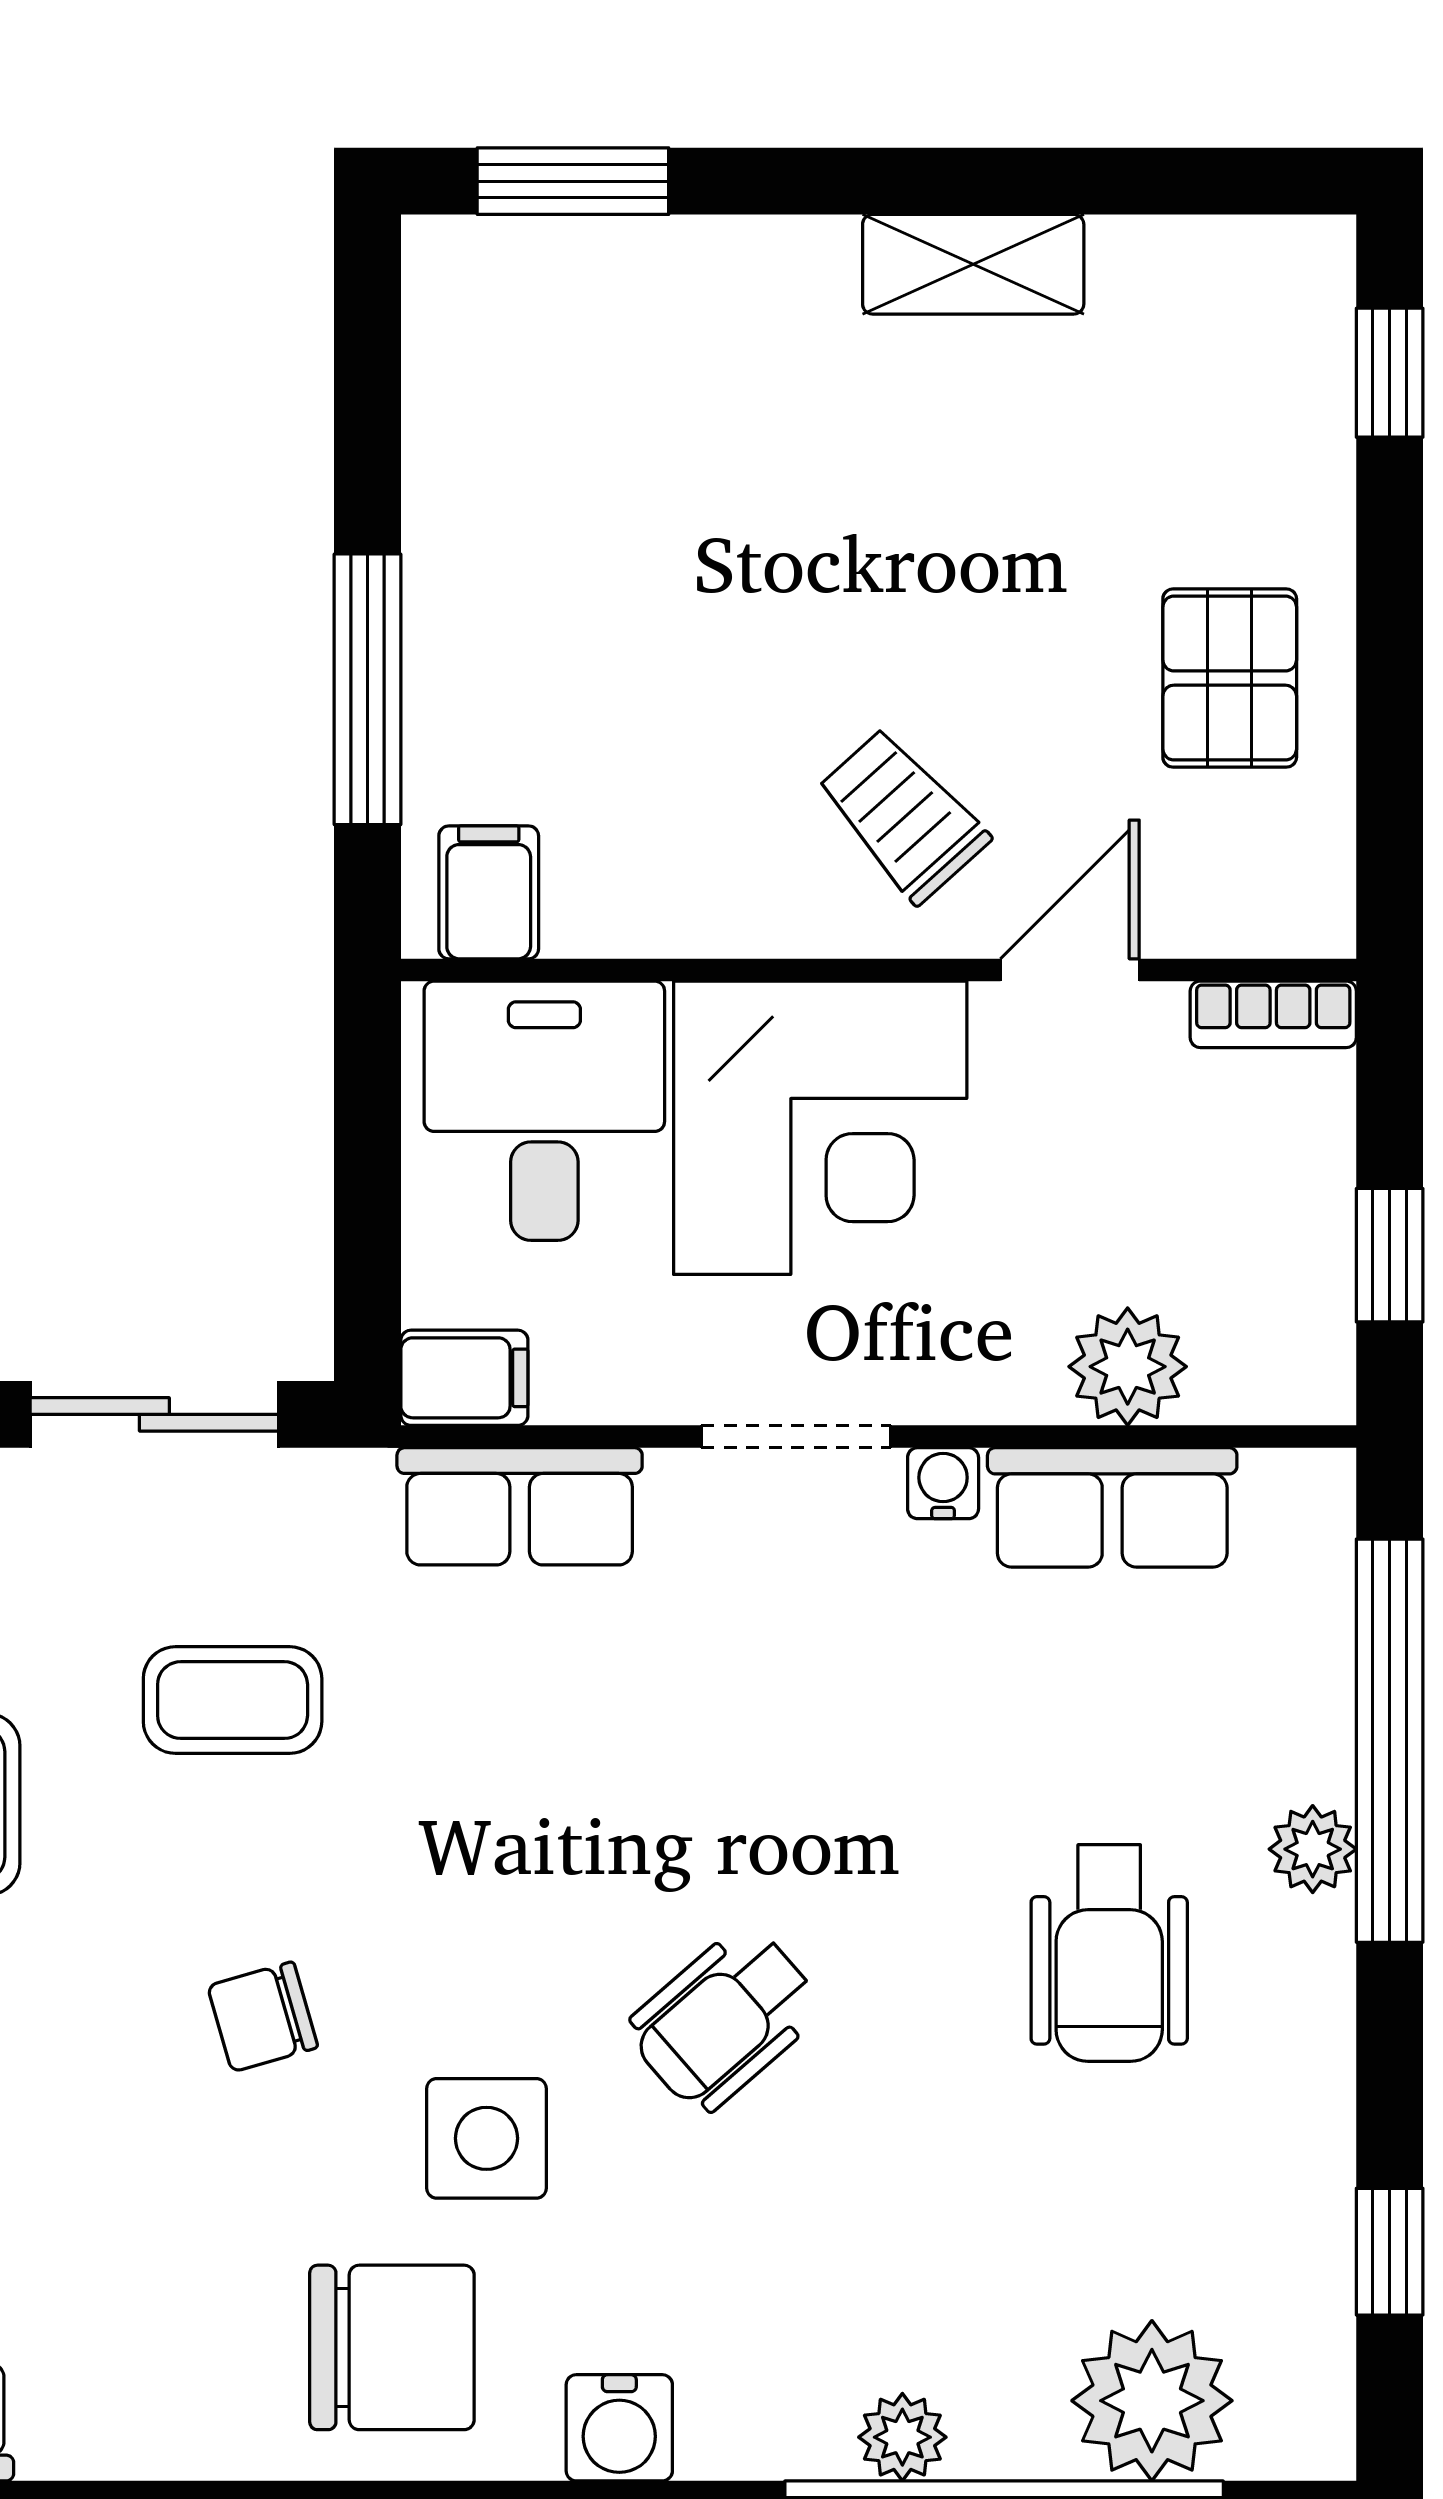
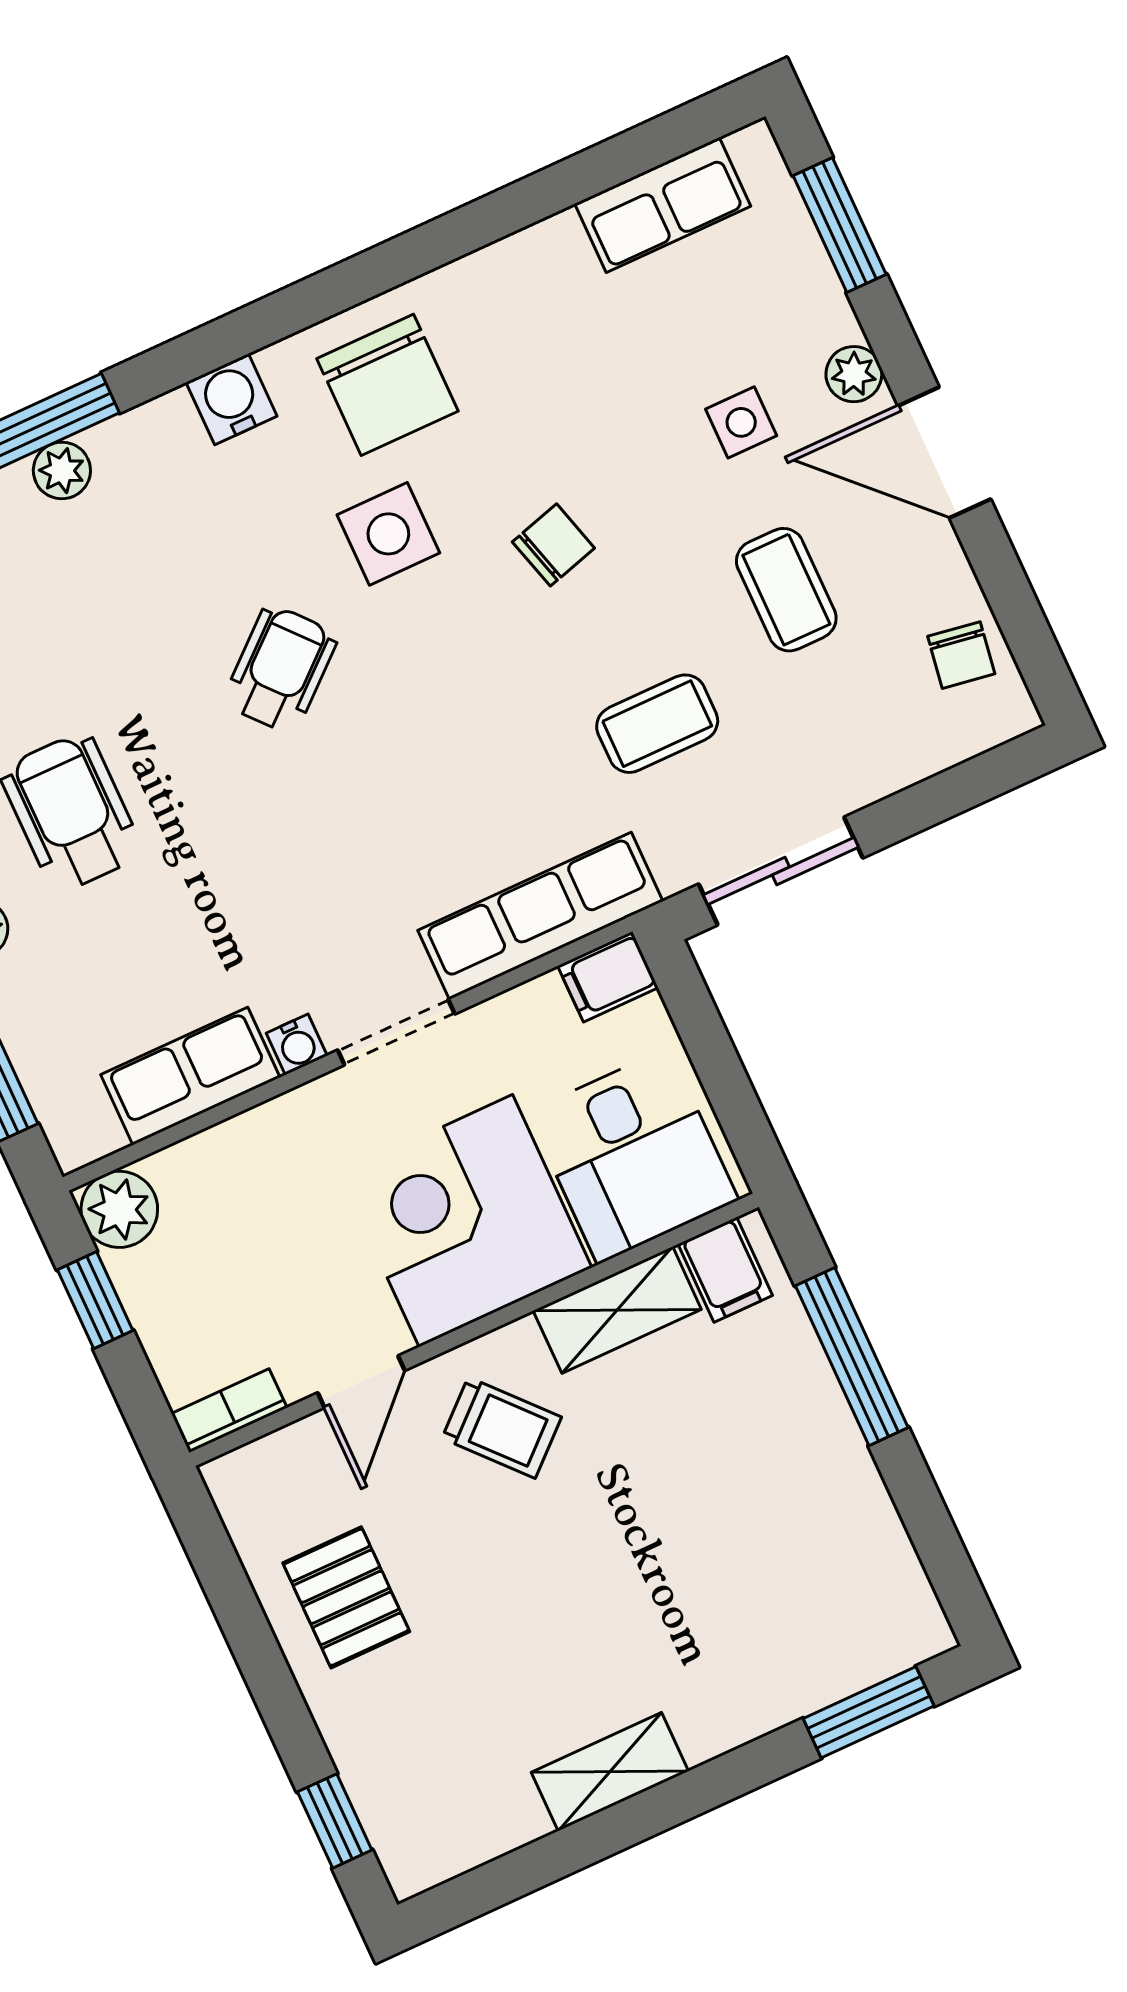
shelving: (666, 906) -> (617, 1310), added
plant: (1128, 1367) -> (119, 1209), moved
row of seats: (520, 1506) -> (540, 916), width x1.48
chair: (392, 2347) -> (387, 385), turned -90

